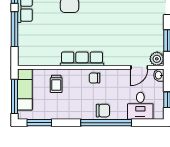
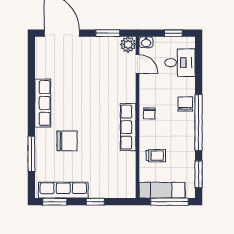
window: (15, 29) -> (95, 202), width x0.46
window: (106, 123) -> (199, 122), moved

